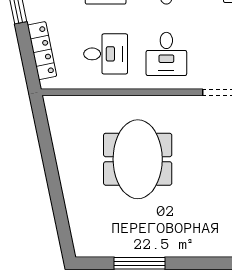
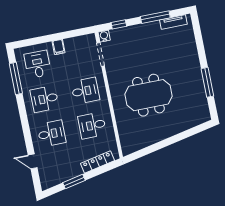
desk: (106, 54) -> (92, 125), turned -90

